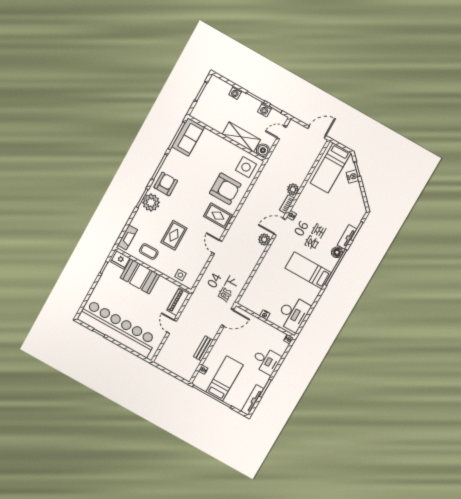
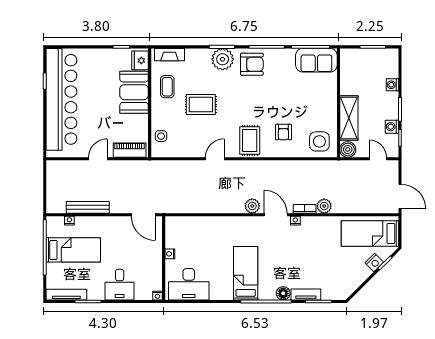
armchair: (225, 189) -> (283, 132), width x0.53, depth x0.53
bench: (203, 348) -> (88, 207), width x1.36

